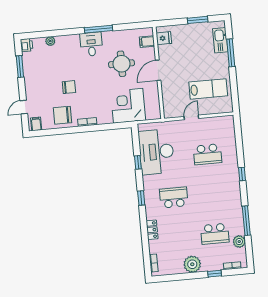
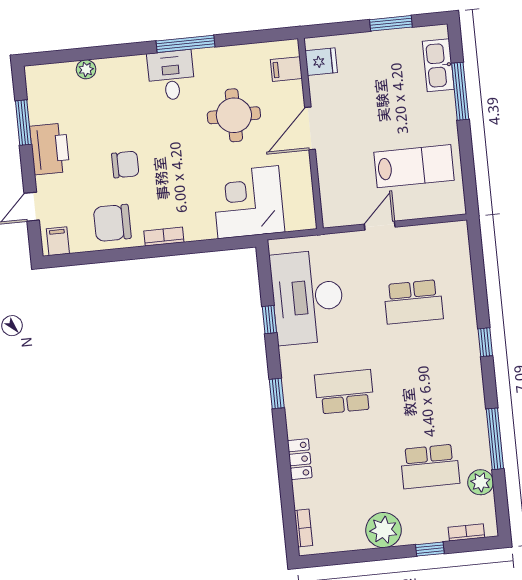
printer: (27, 45) -> (50, 149), moved, width x1.87, depth x1.48

